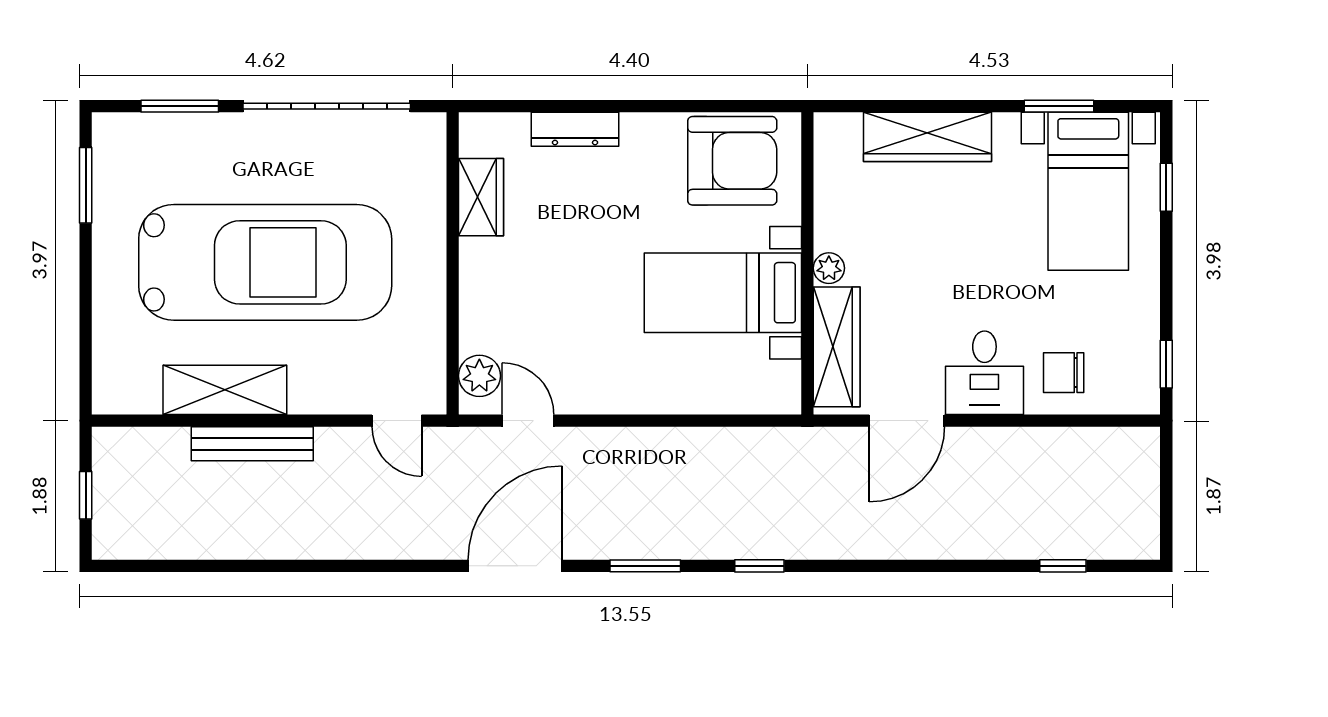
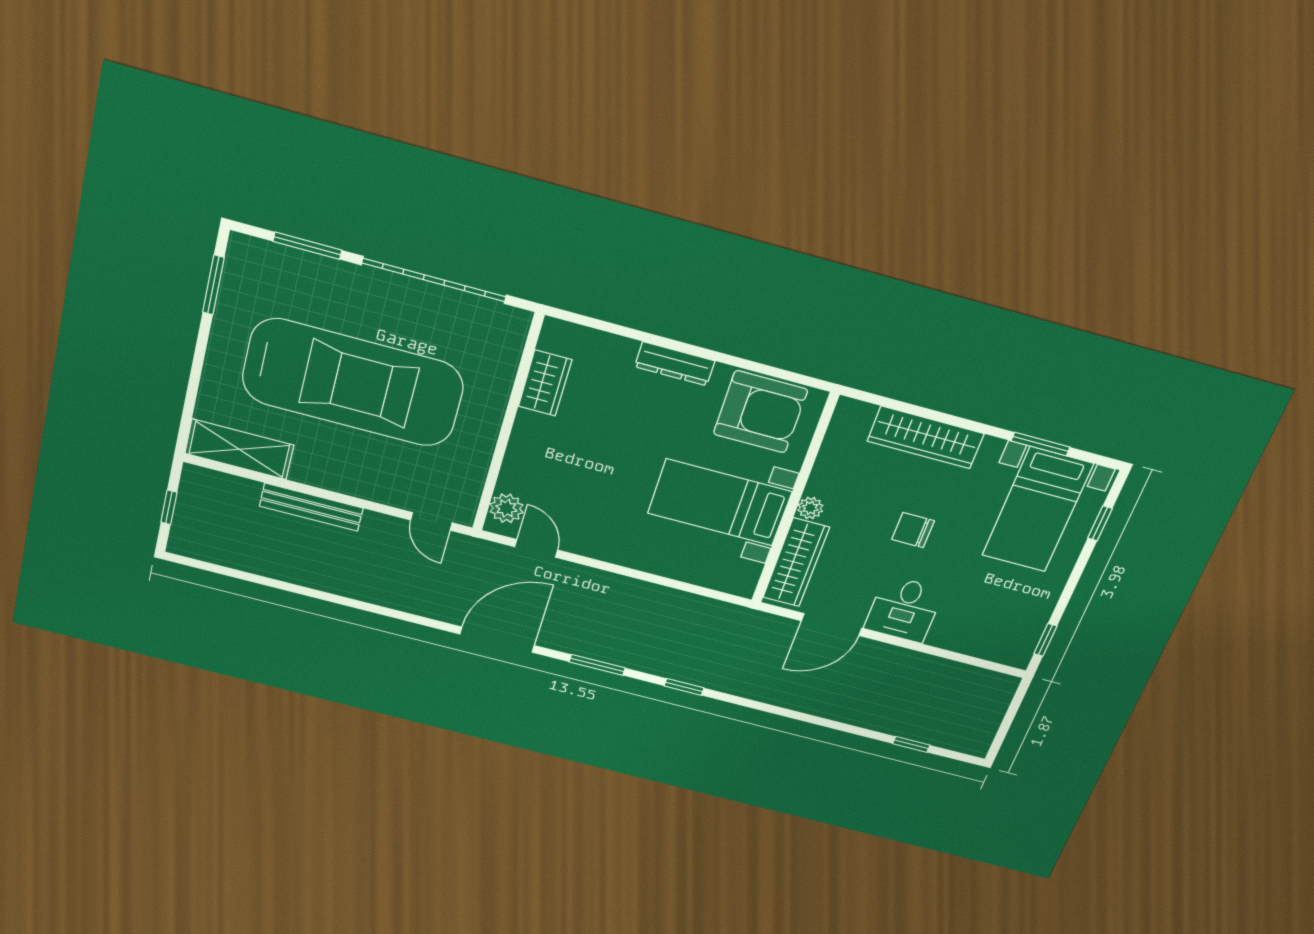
dresser: (575, 129) -> (675, 364), moved
chair: (1064, 373) -> (913, 530), moved
shelving: (225, 390) -> (239, 449), moved

